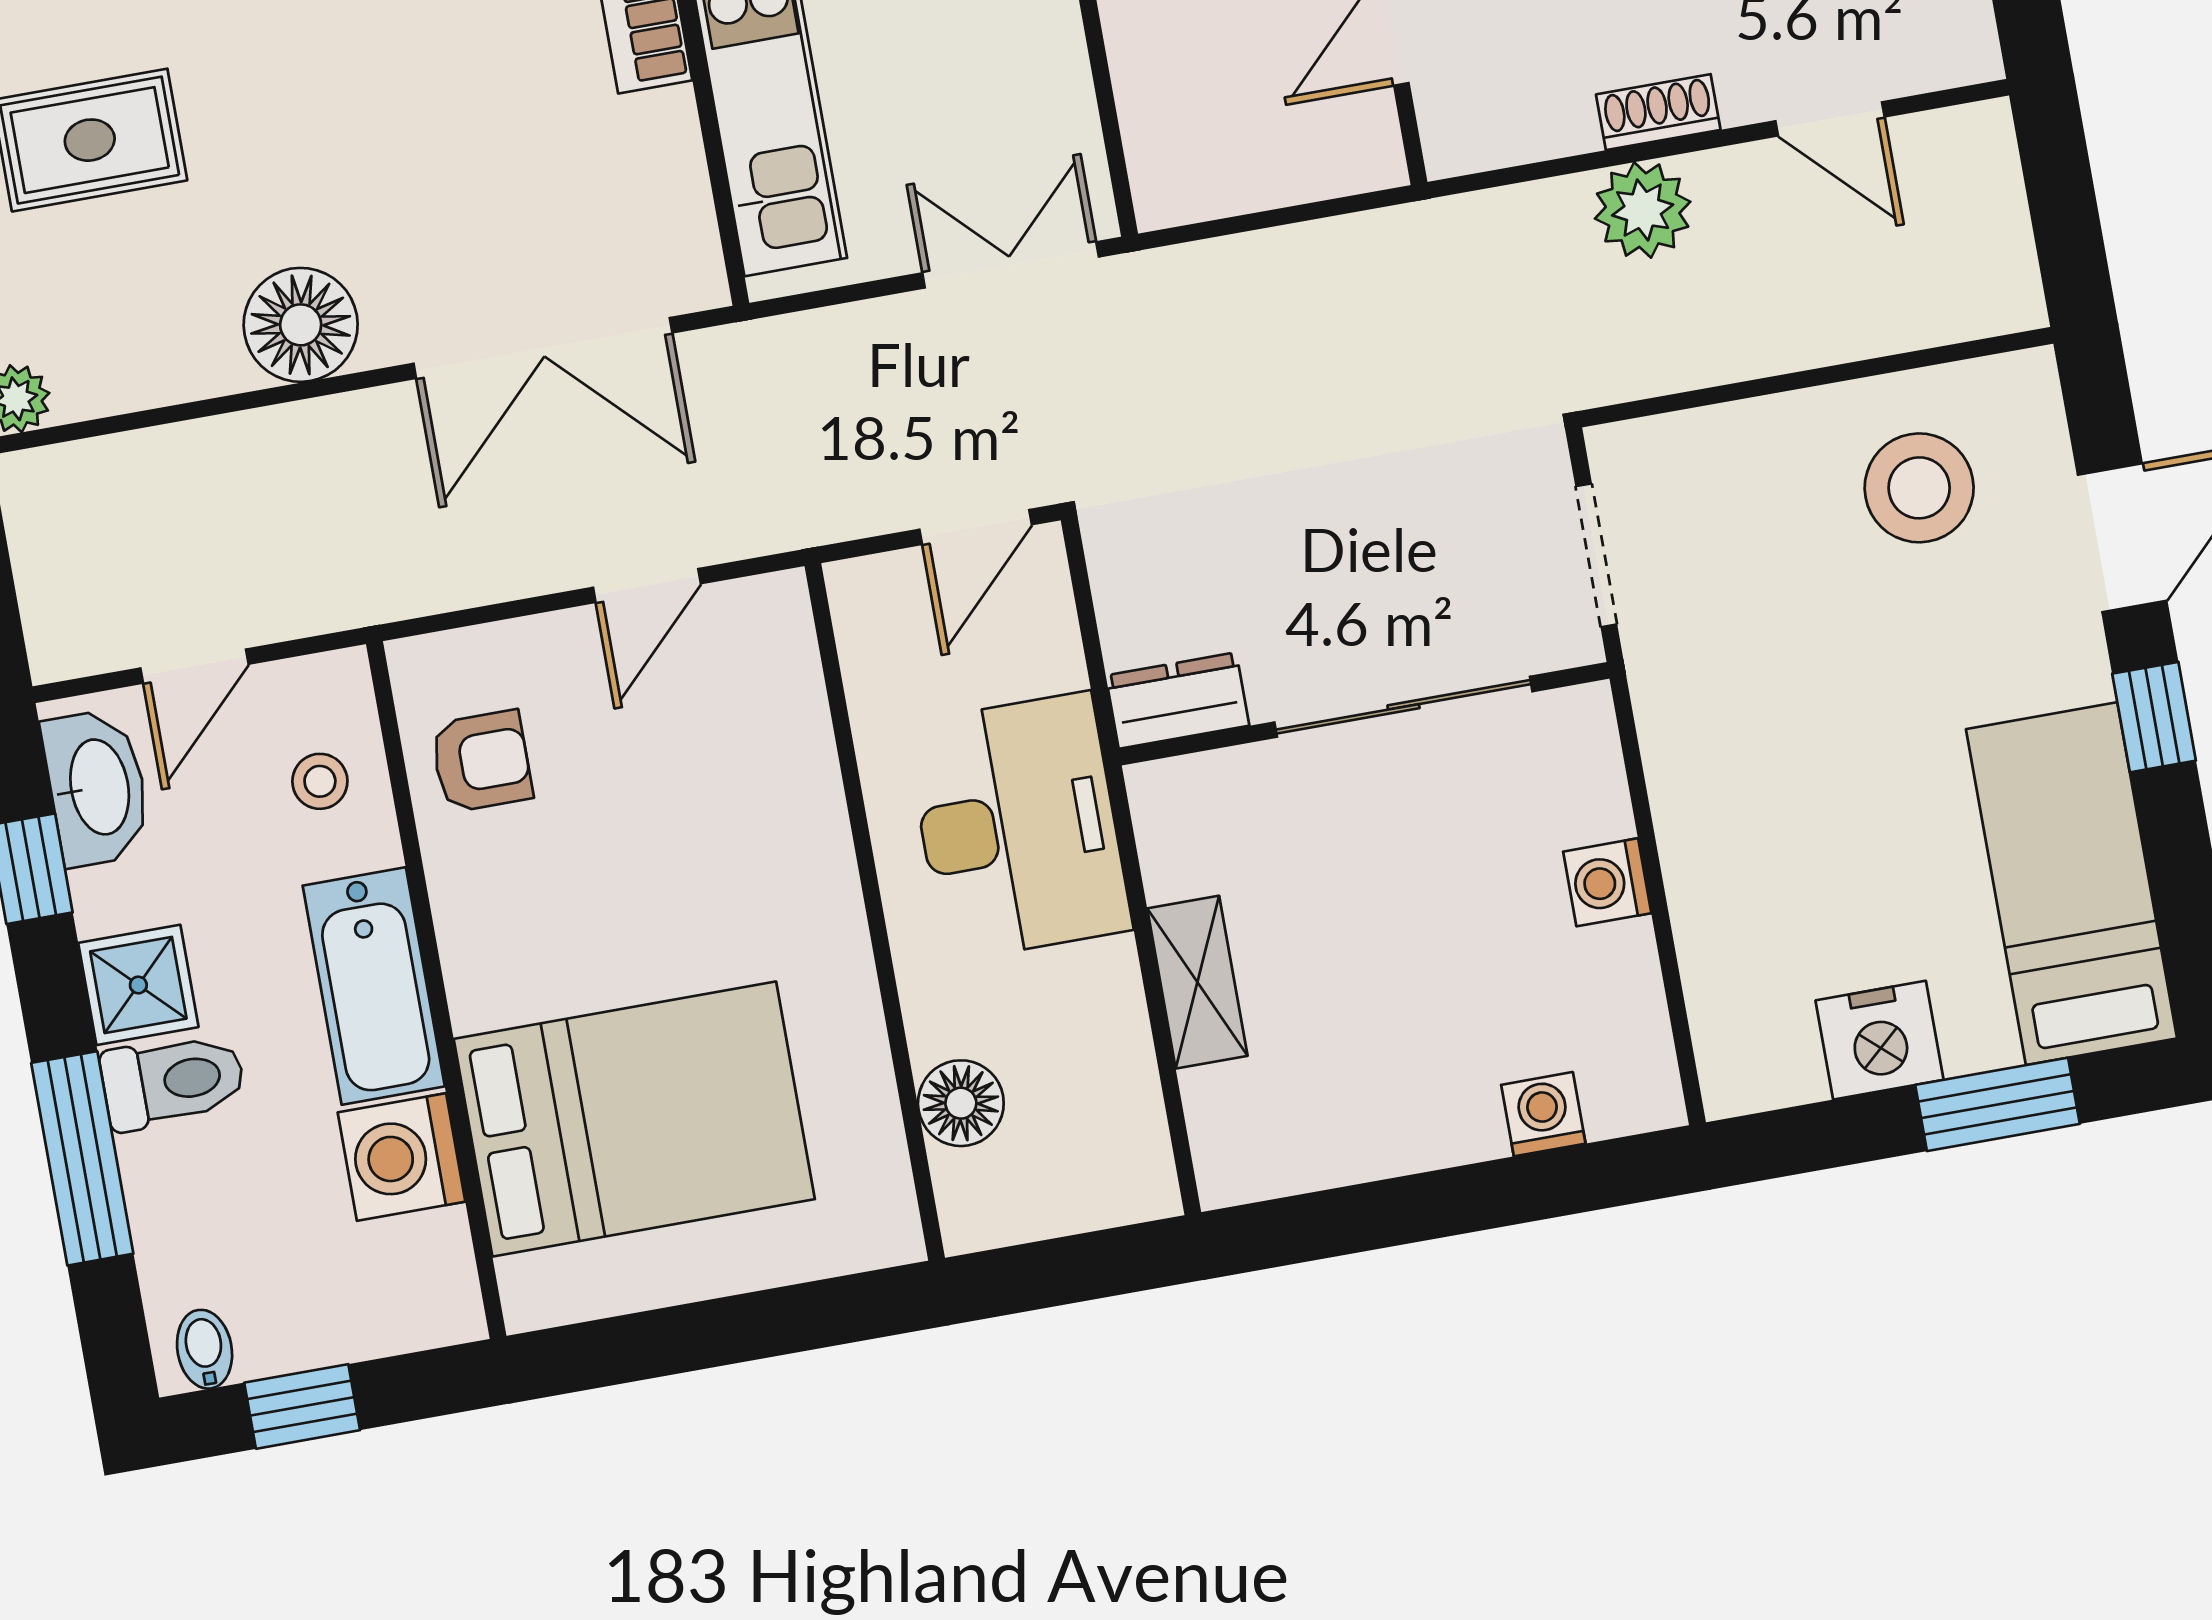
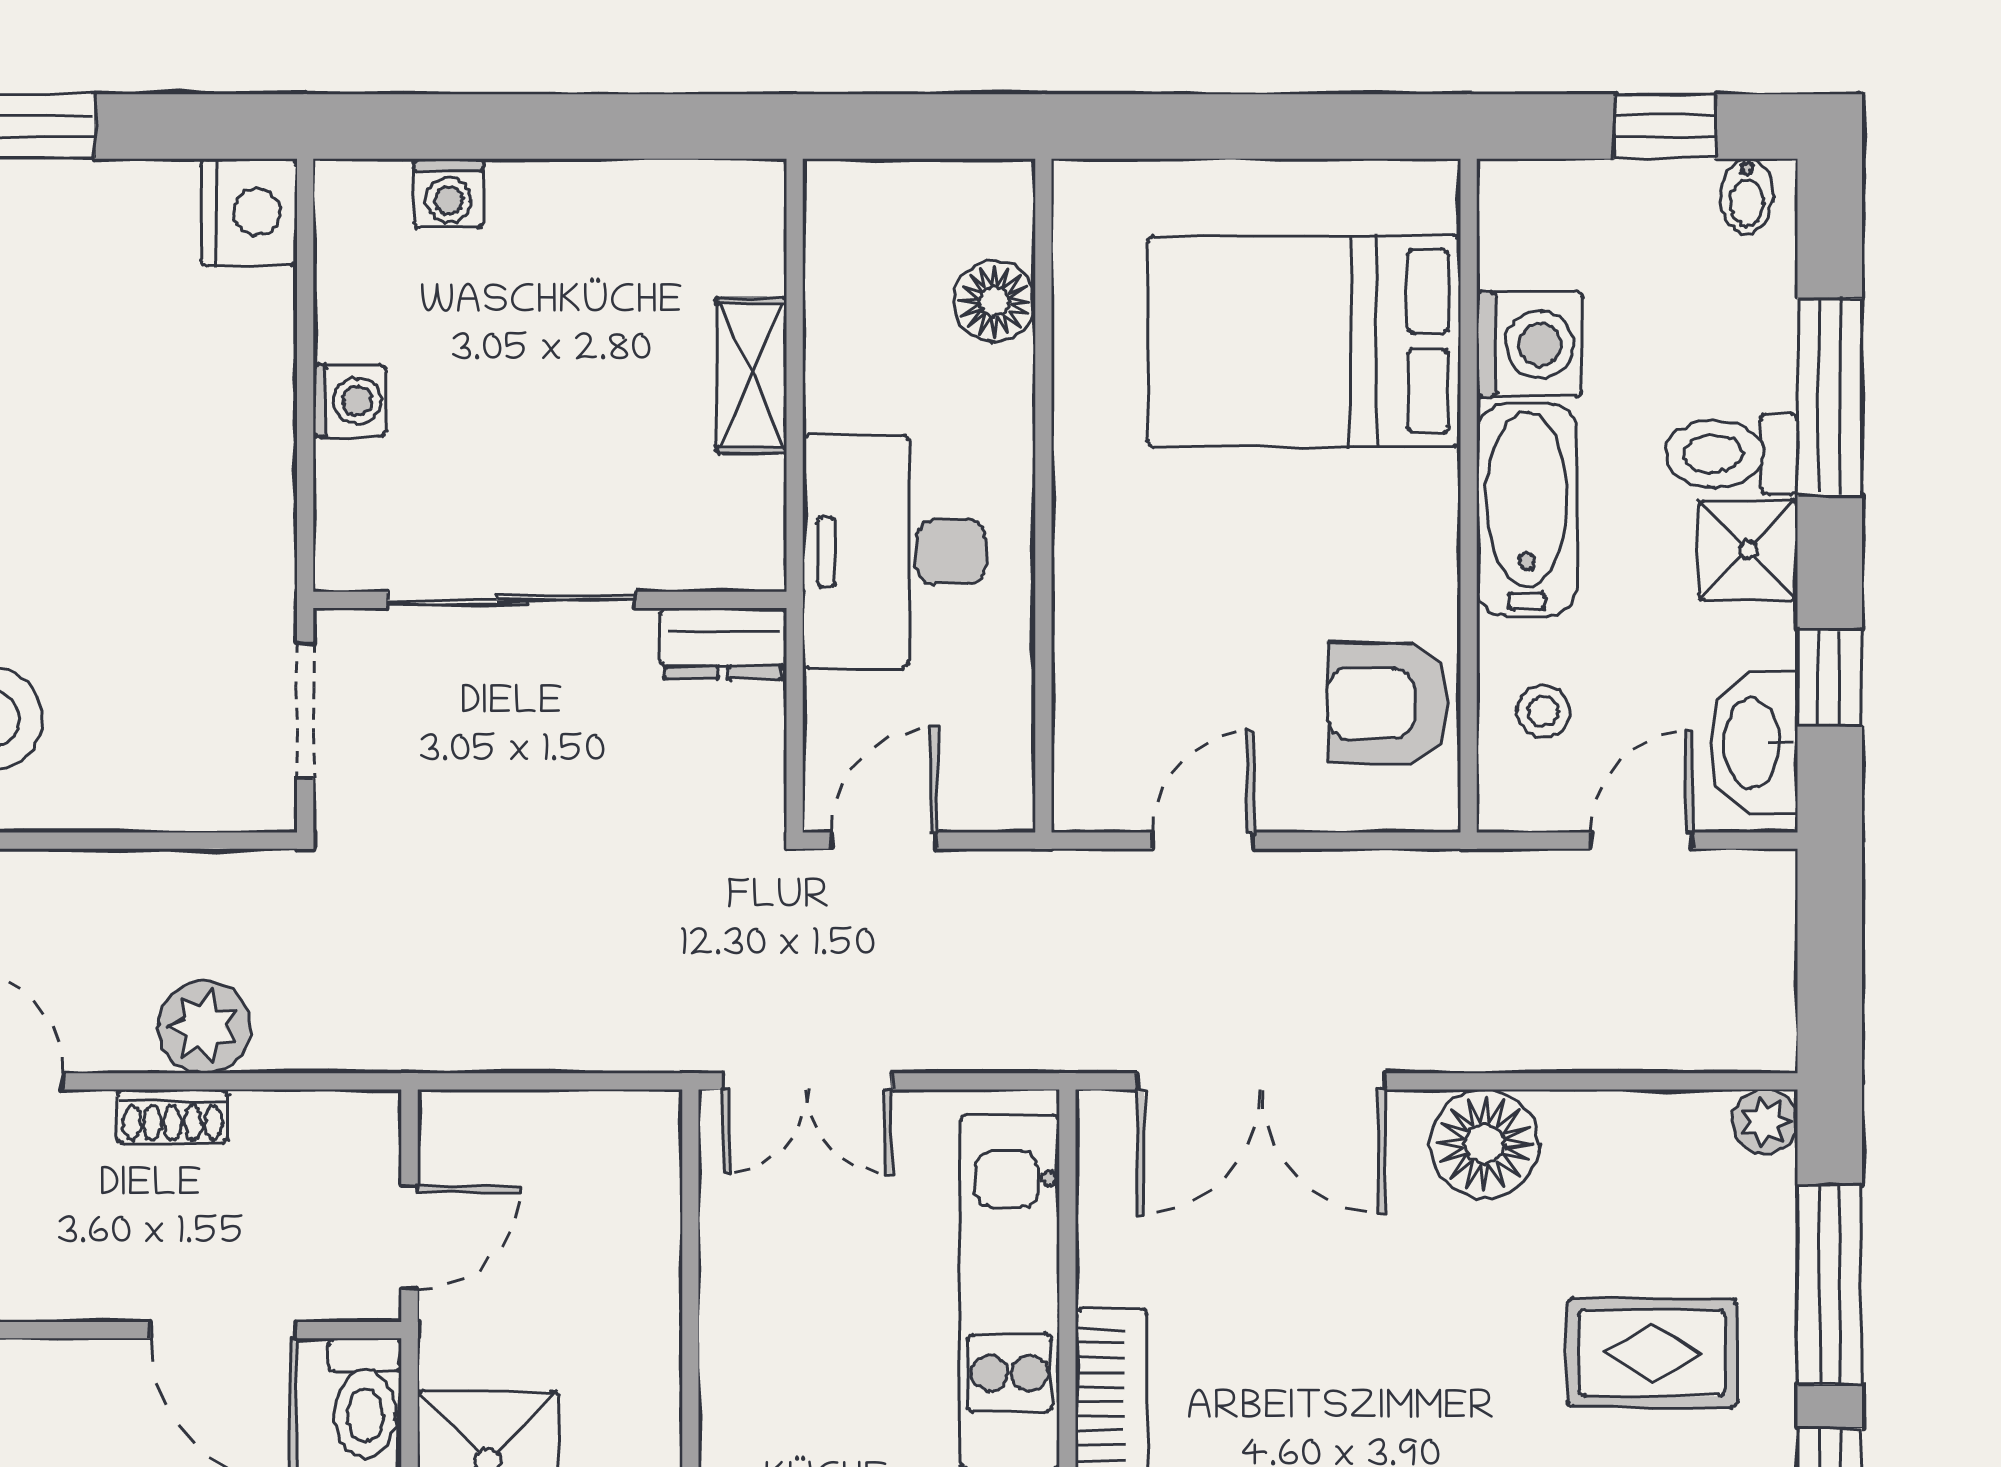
double door: (543, 348) -> (1261, 1081), swing flipped
armchair: (481, 761) -> (1388, 703), width x1.38, depth x1.38
nightstand: (1880, 1040) -> (249, 212), moved, turned 90

